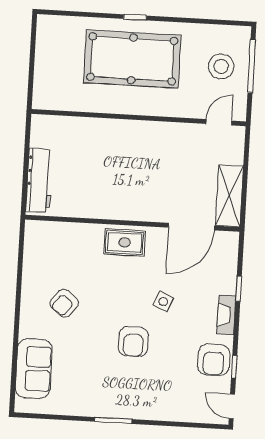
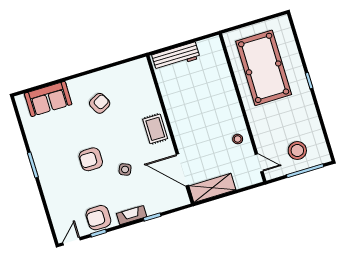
pool table: (132, 59) -> (264, 68), moved
stool: (177, 139) -> (238, 139), added
armchair: (64, 303) -> (100, 103), turned 113

